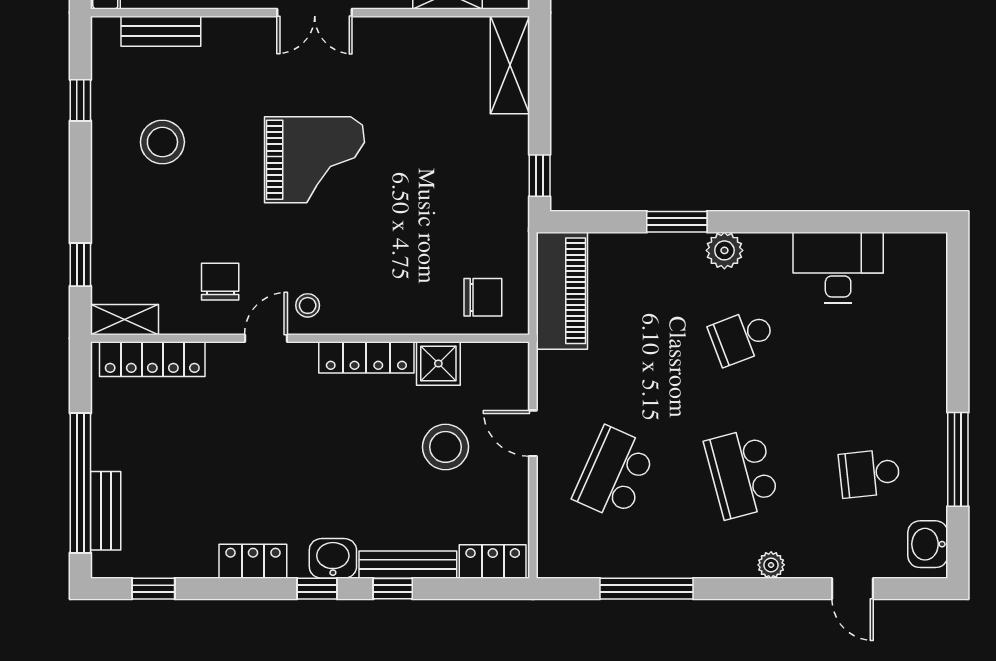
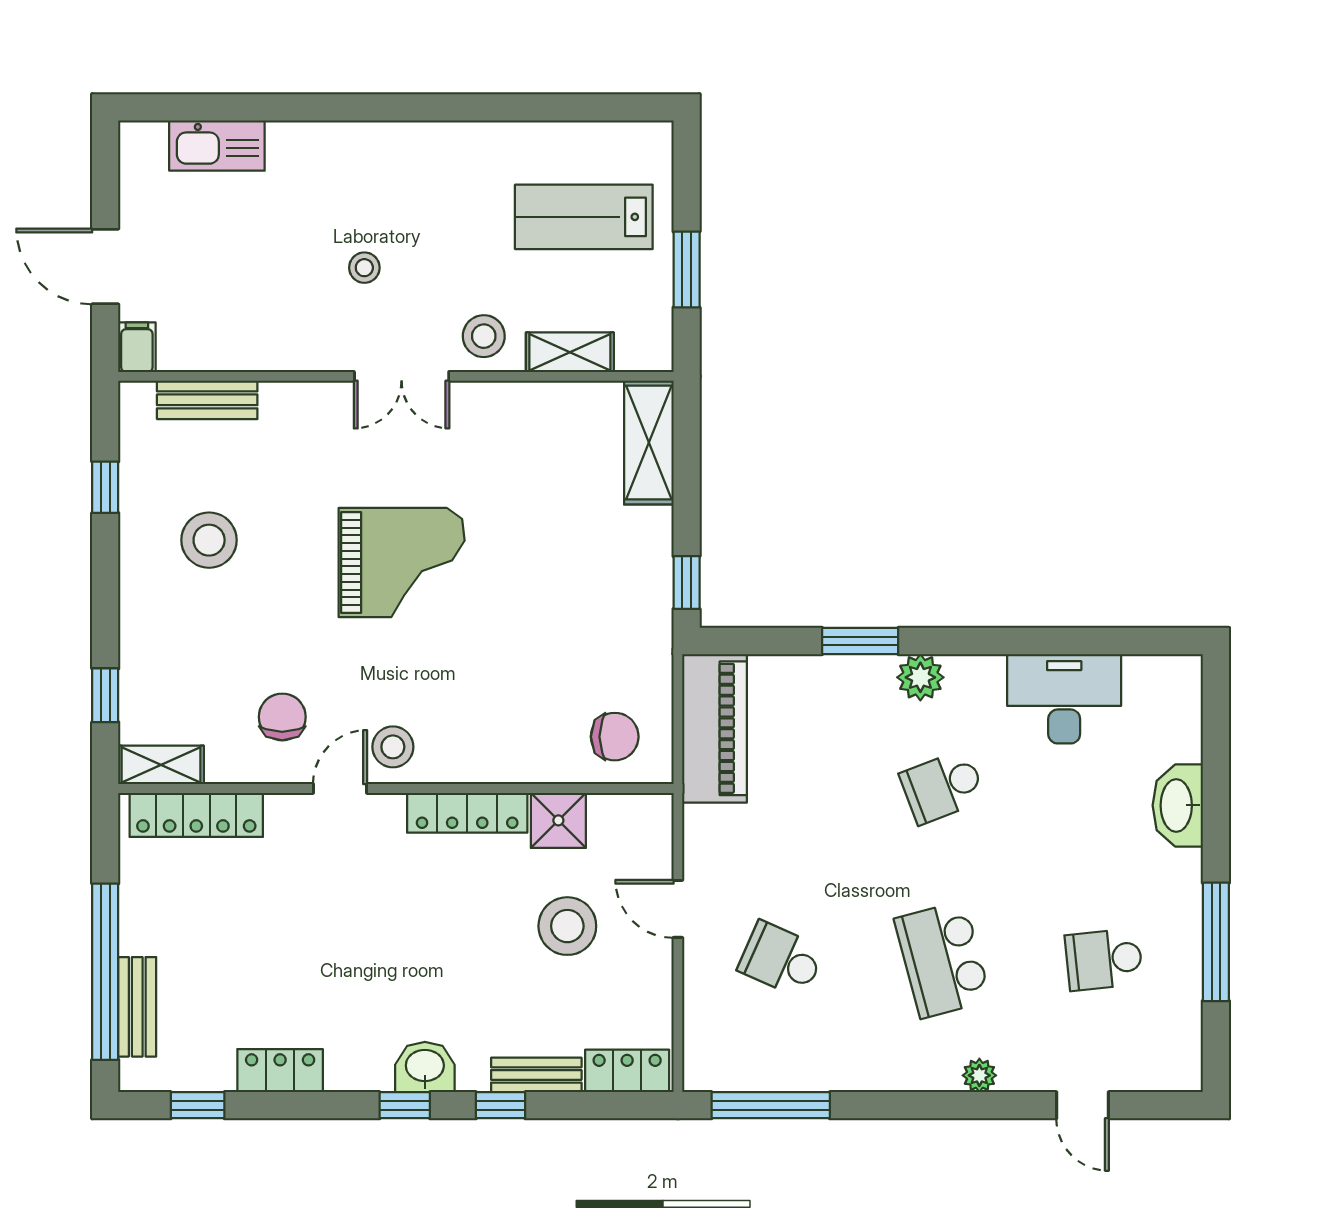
stool: (308, 305) -> (393, 747), width x1.37, depth x1.37
school desk: (614, 473) -> (781, 959), width x0.54
washbasin: (928, 544) -> (1178, 805), moved, width x1.38
locker: (253, 561) -> (280, 1071), moved
bench: (408, 565) -> (536, 1075), width x0.73
window: (646, 589) -> (771, 1105), moved

